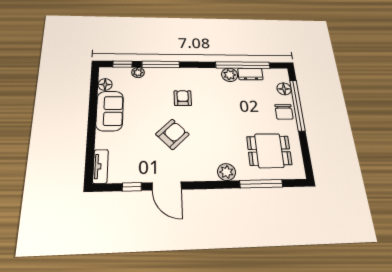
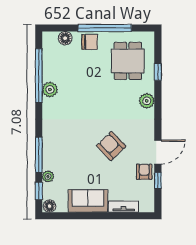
dresser: (250, 74) -> (49, 69), removed
floor lamp: (105, 84) -> (50, 206), moved
armchair: (183, 98) -> (144, 172), moved, turned 90
window: (297, 105) -> (105, 28), moved
tv unit: (101, 166) -> (124, 207), moved
window: (261, 184) -> (158, 72), width x0.46

